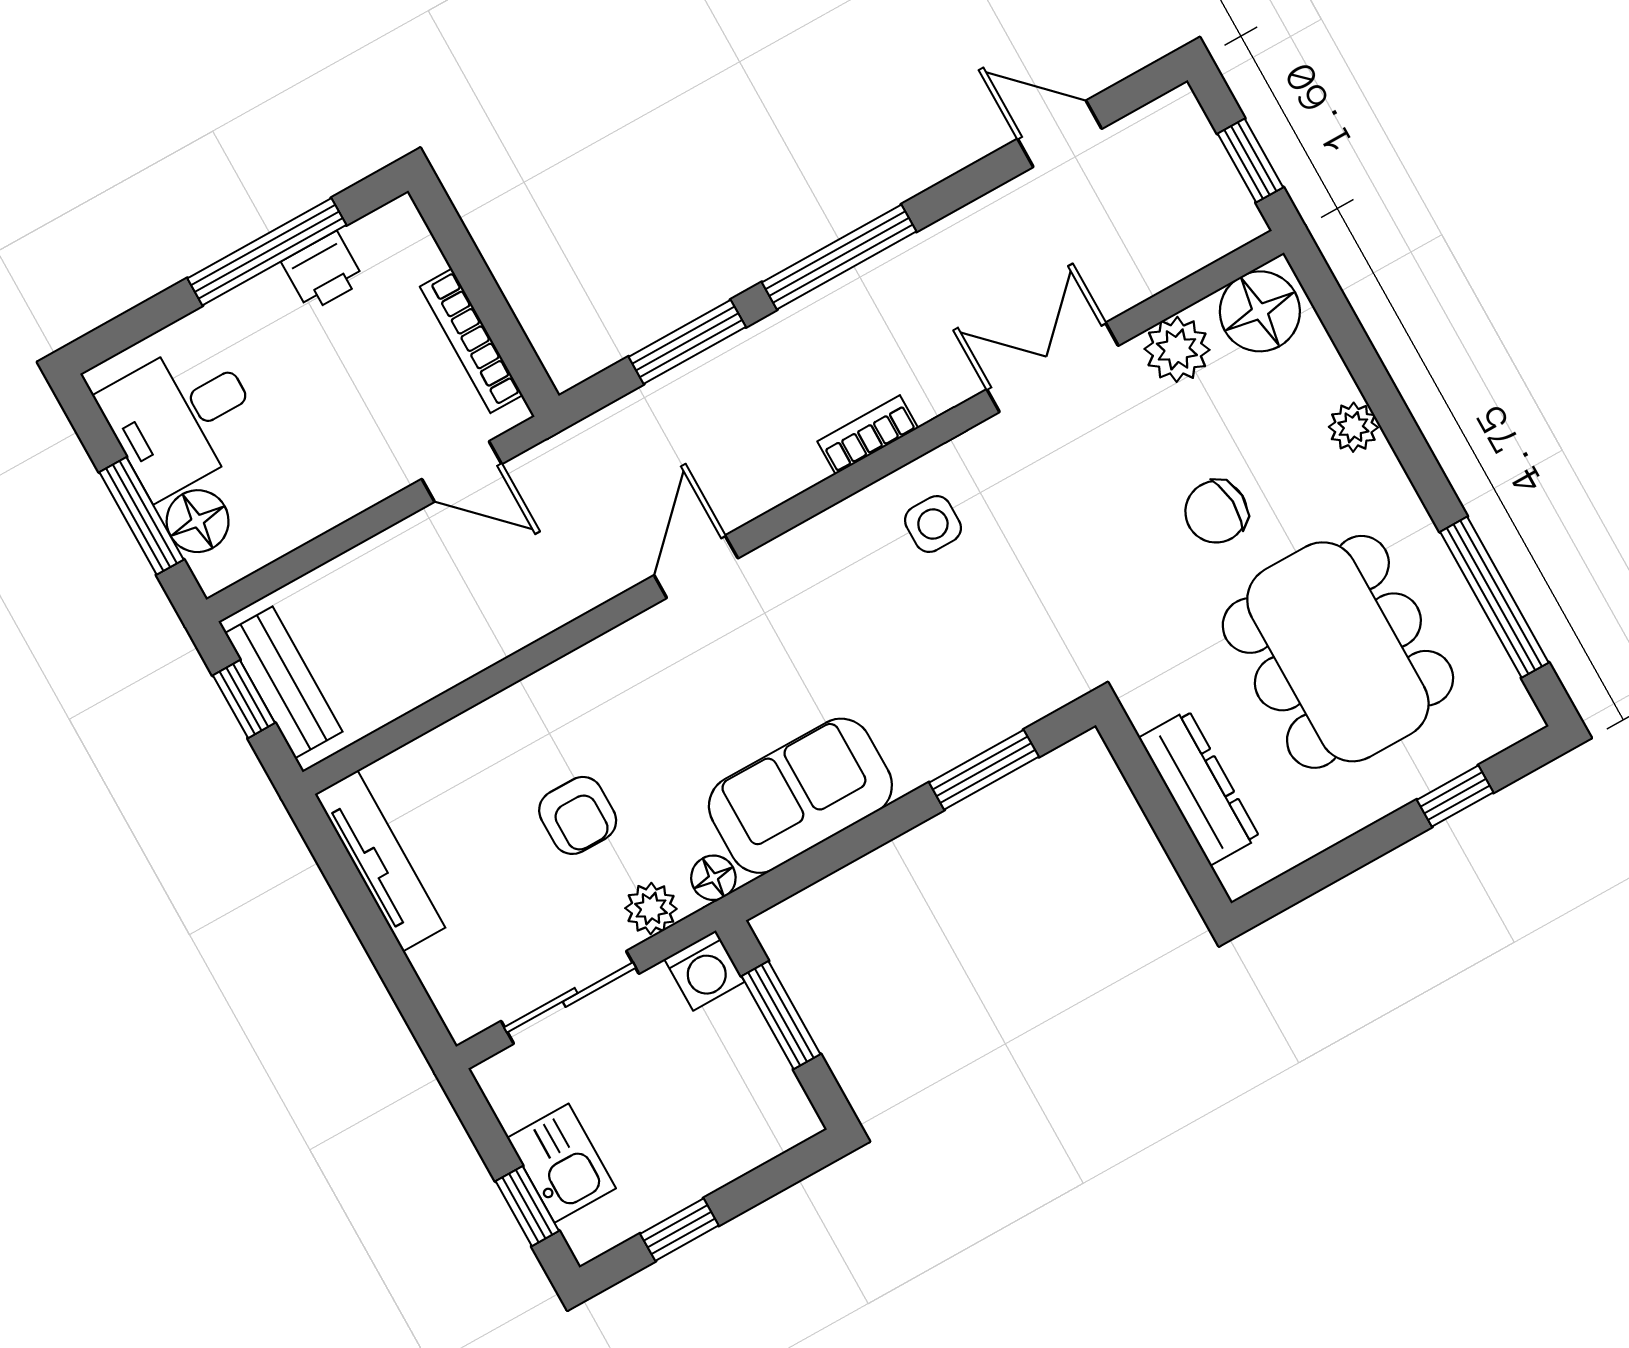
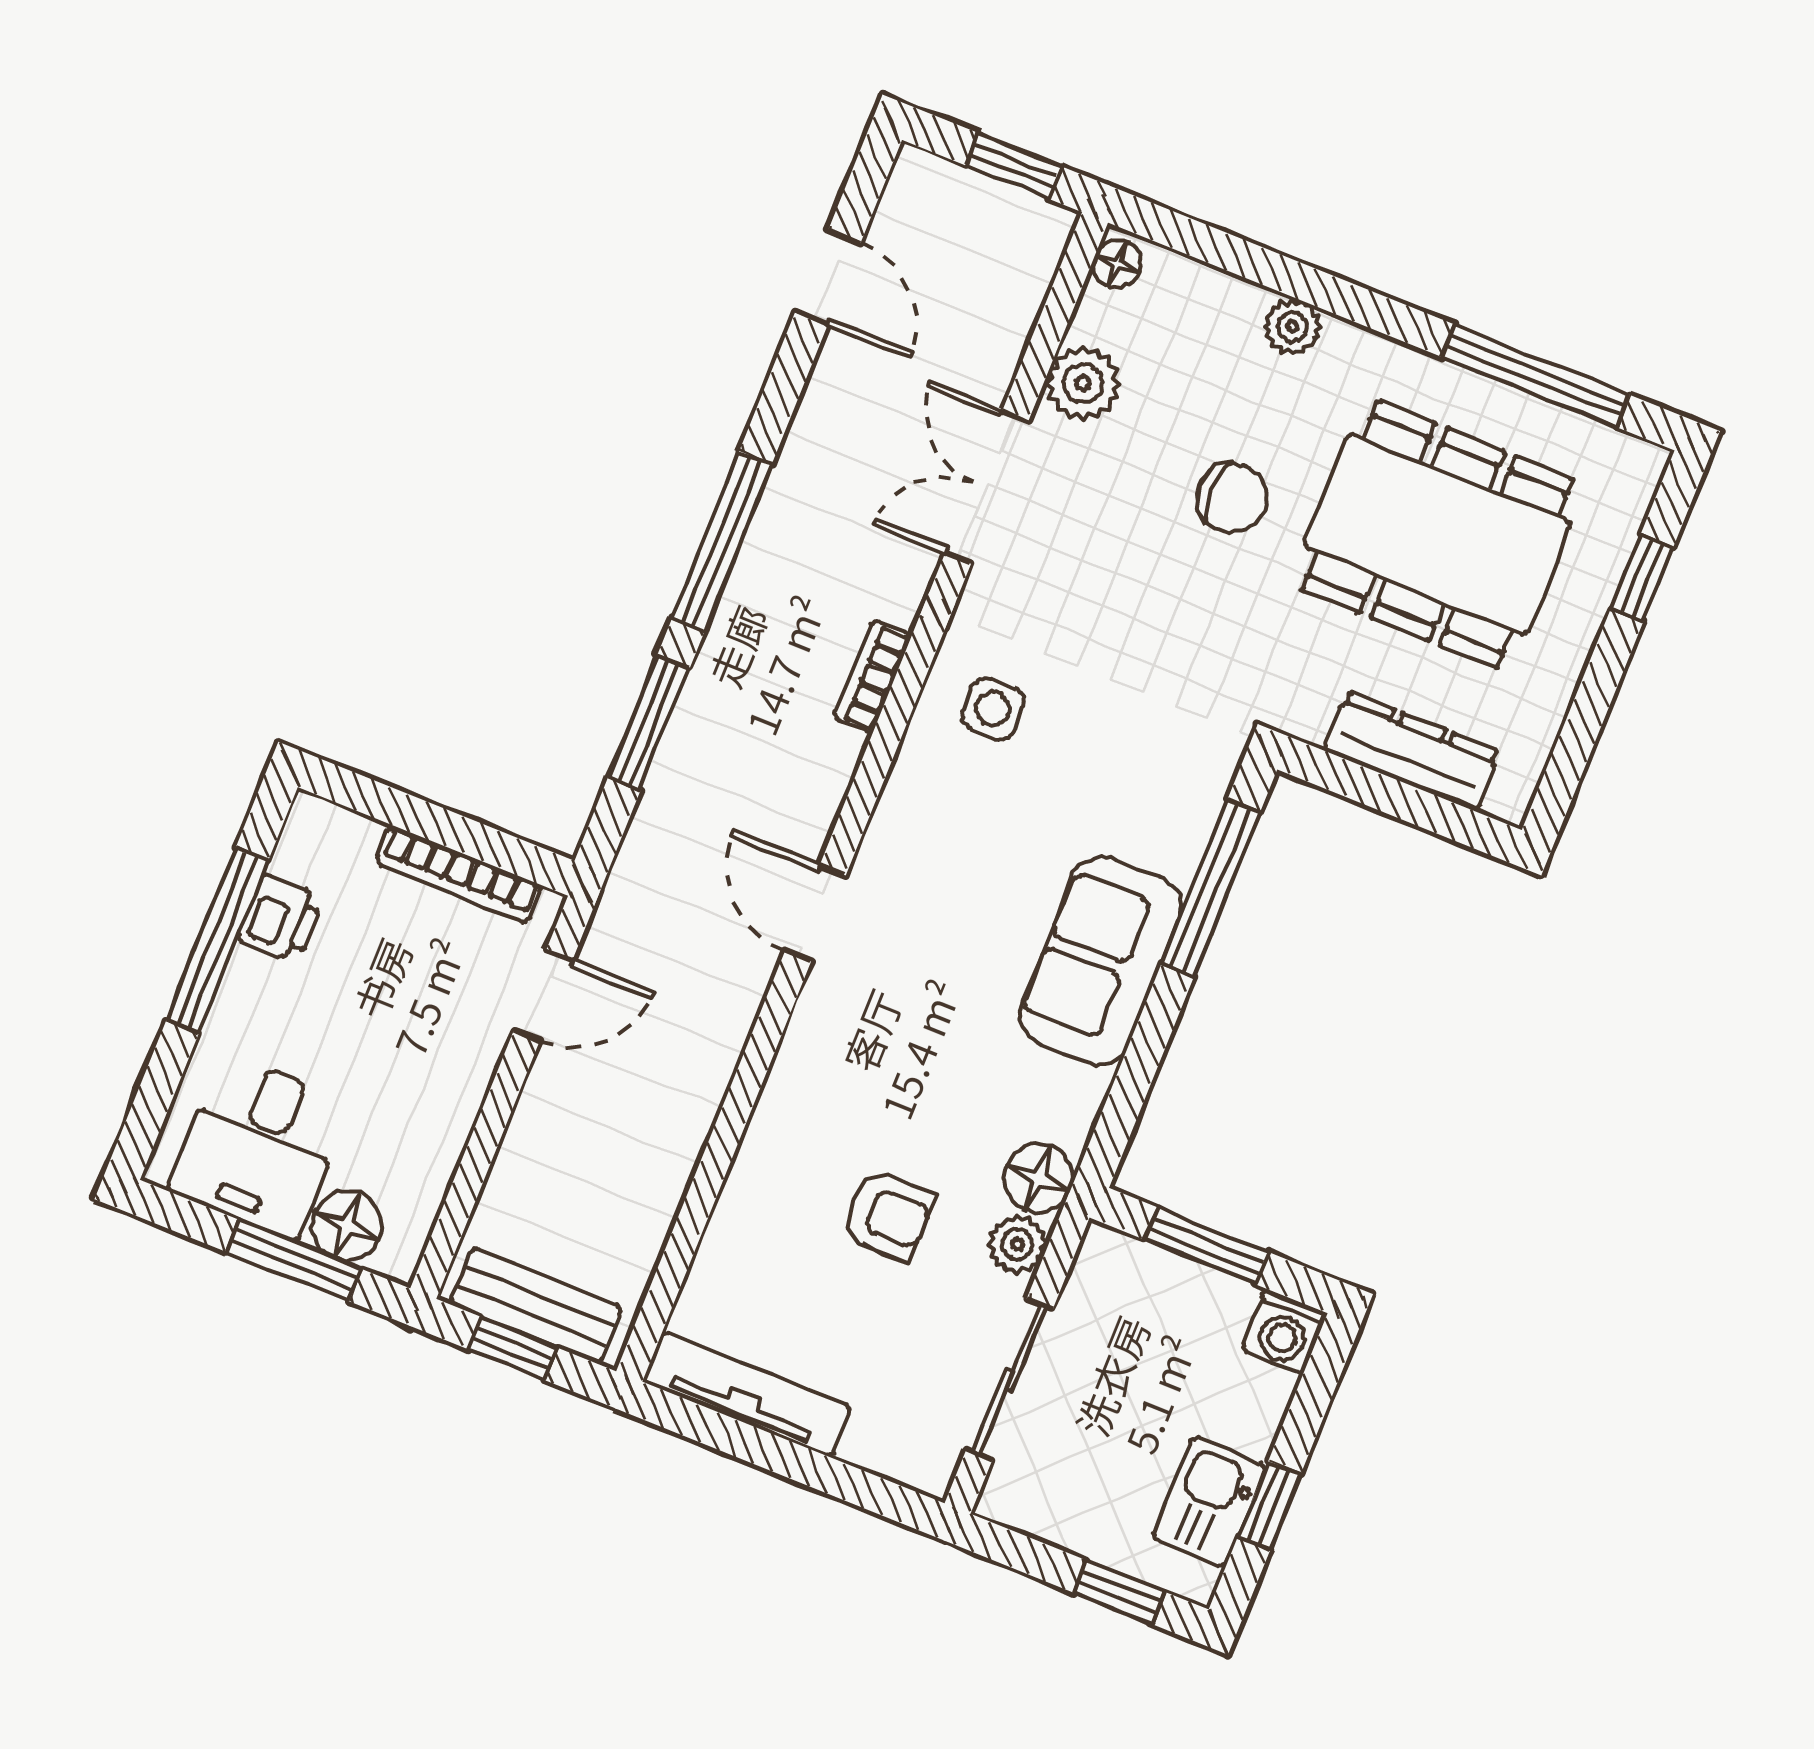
door: (1060, 134) -> (828, 277), swing flipped
floor lamp: (1260, 311) -> (1117, 264), width x0.53, depth x0.53
chair: (1216, 512) -> (1232, 498), turned -87
window: (984, 770) -> (1211, 888), width x1.44
sofa: (800, 796) -> (1101, 961), moved
floor lamp: (713, 878) -> (1038, 1179), width x1.37, depth x1.37
washing machine: (704, 970) -> (1284, 1332), moved, turned 90
kitchen sink: (561, 1163) -> (1209, 1502), moved, turned -90

